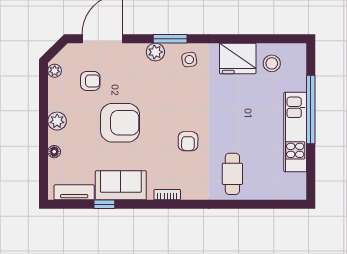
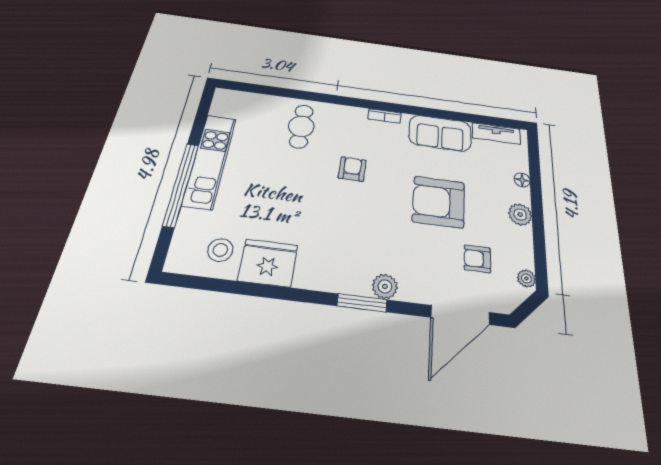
side table: (189, 60) -> (338, 270), removed
window: (104, 204) -> (460, 117), removed

